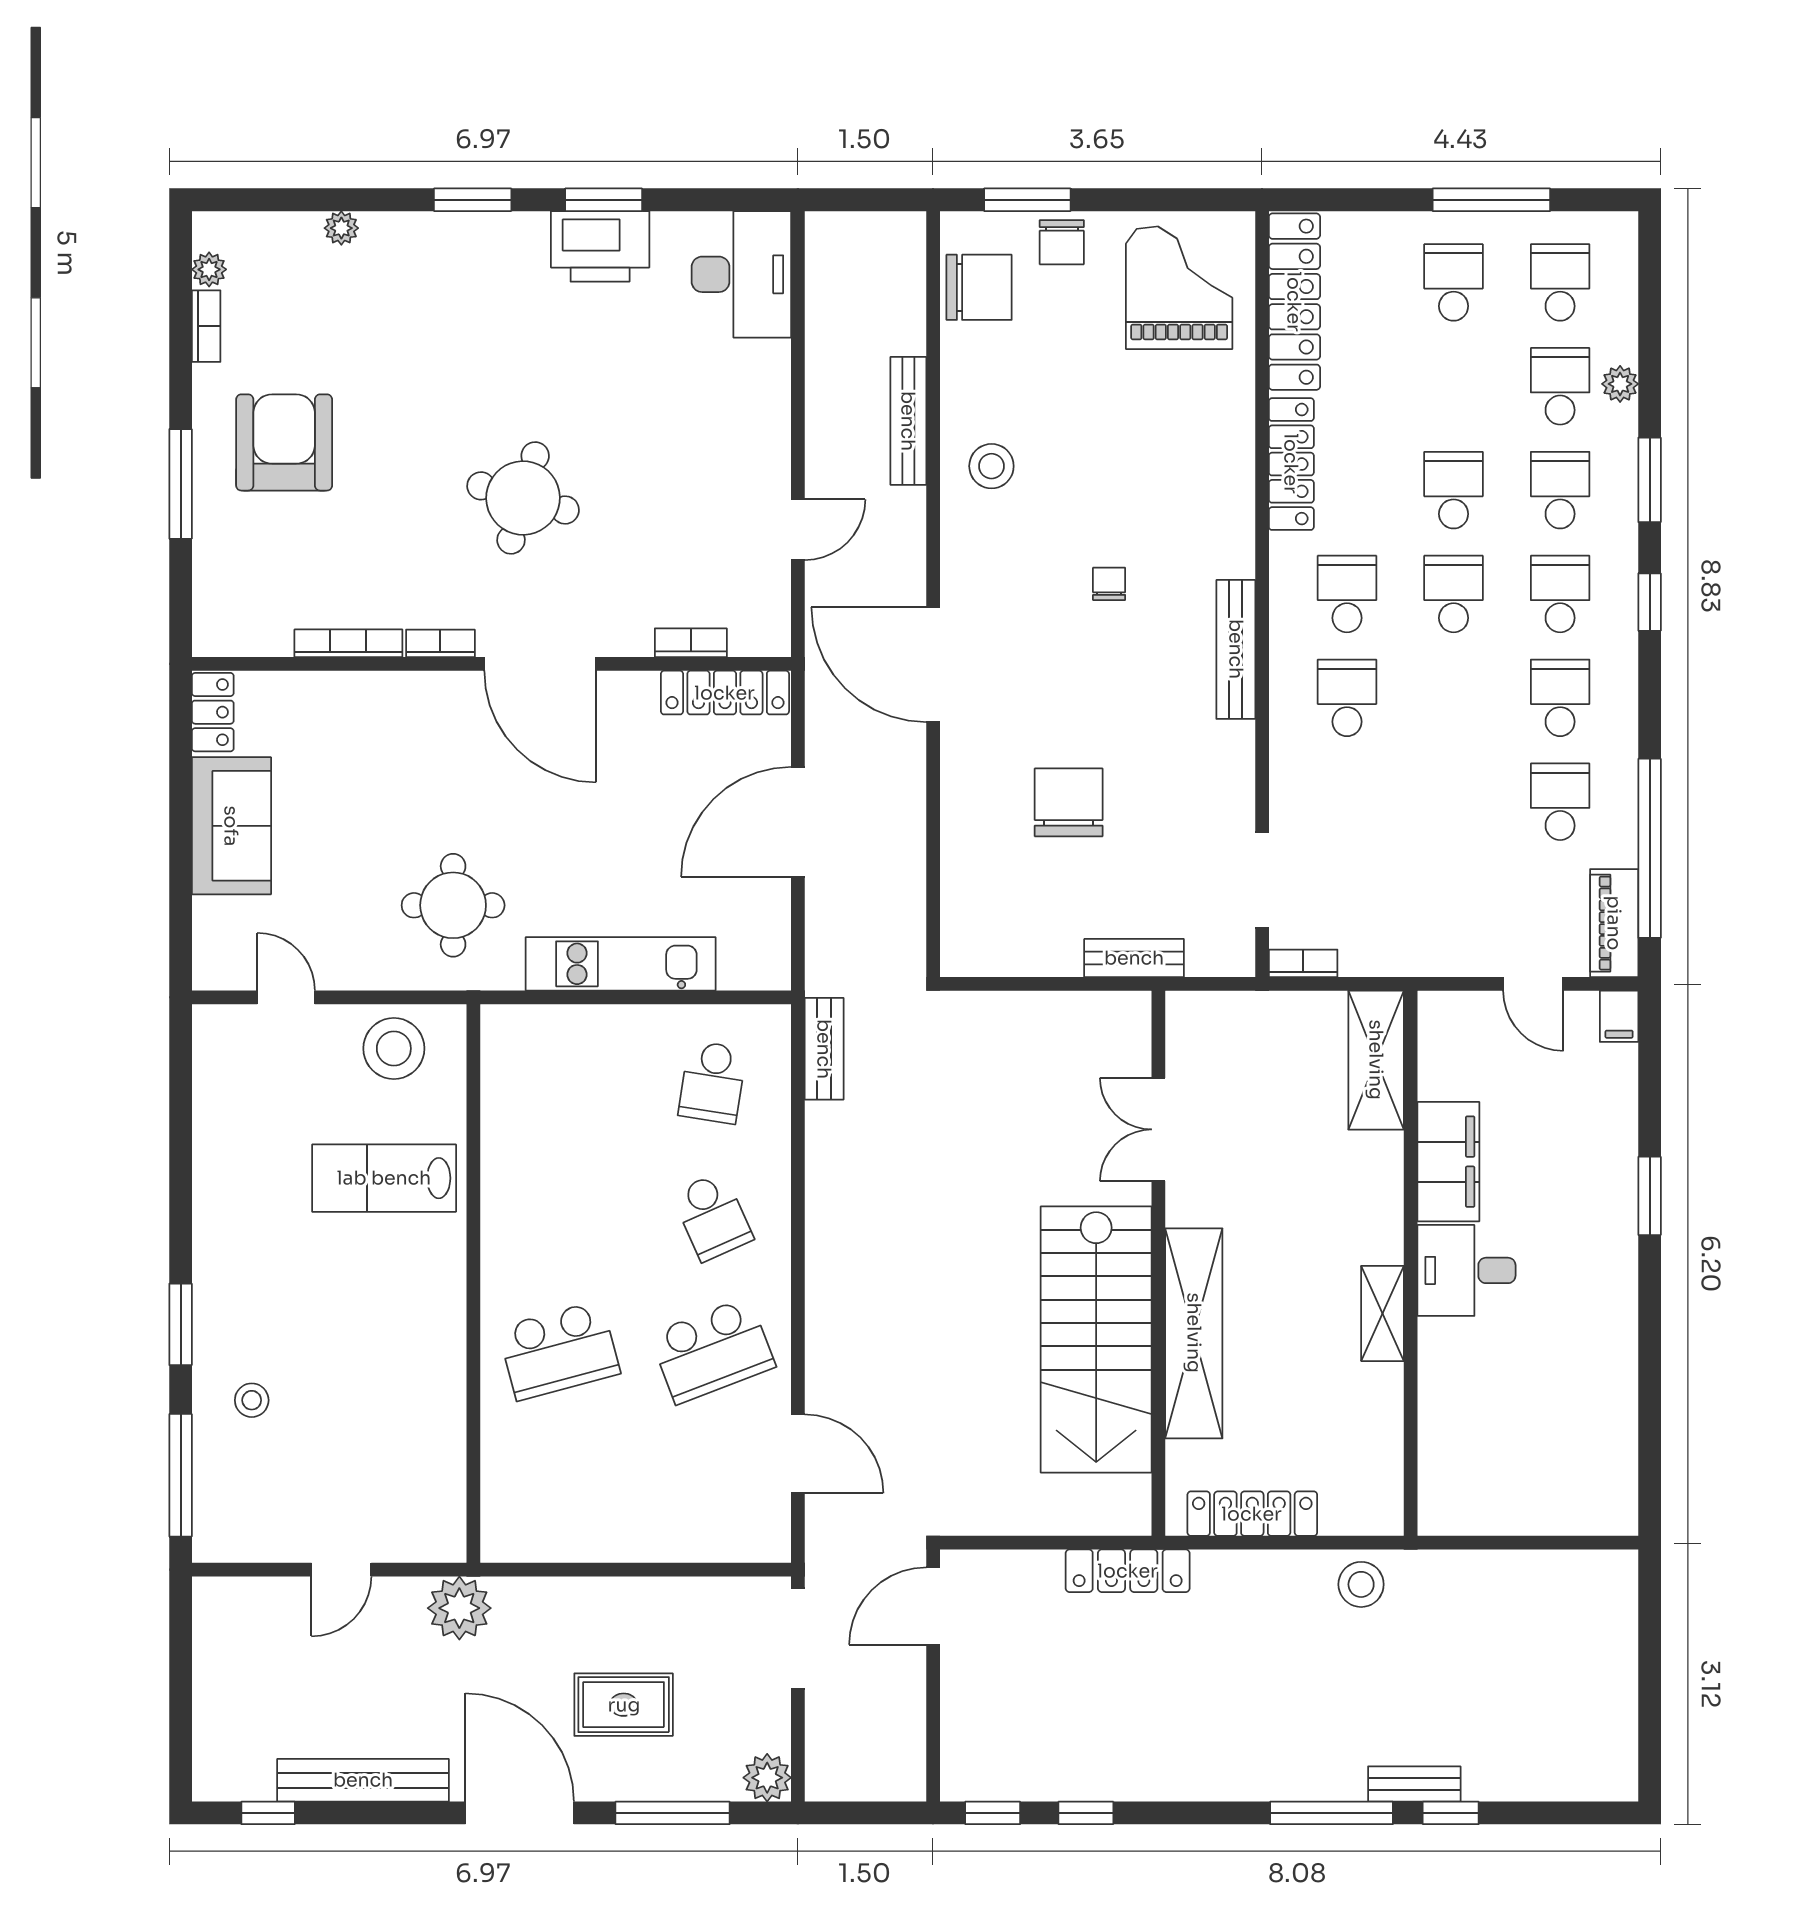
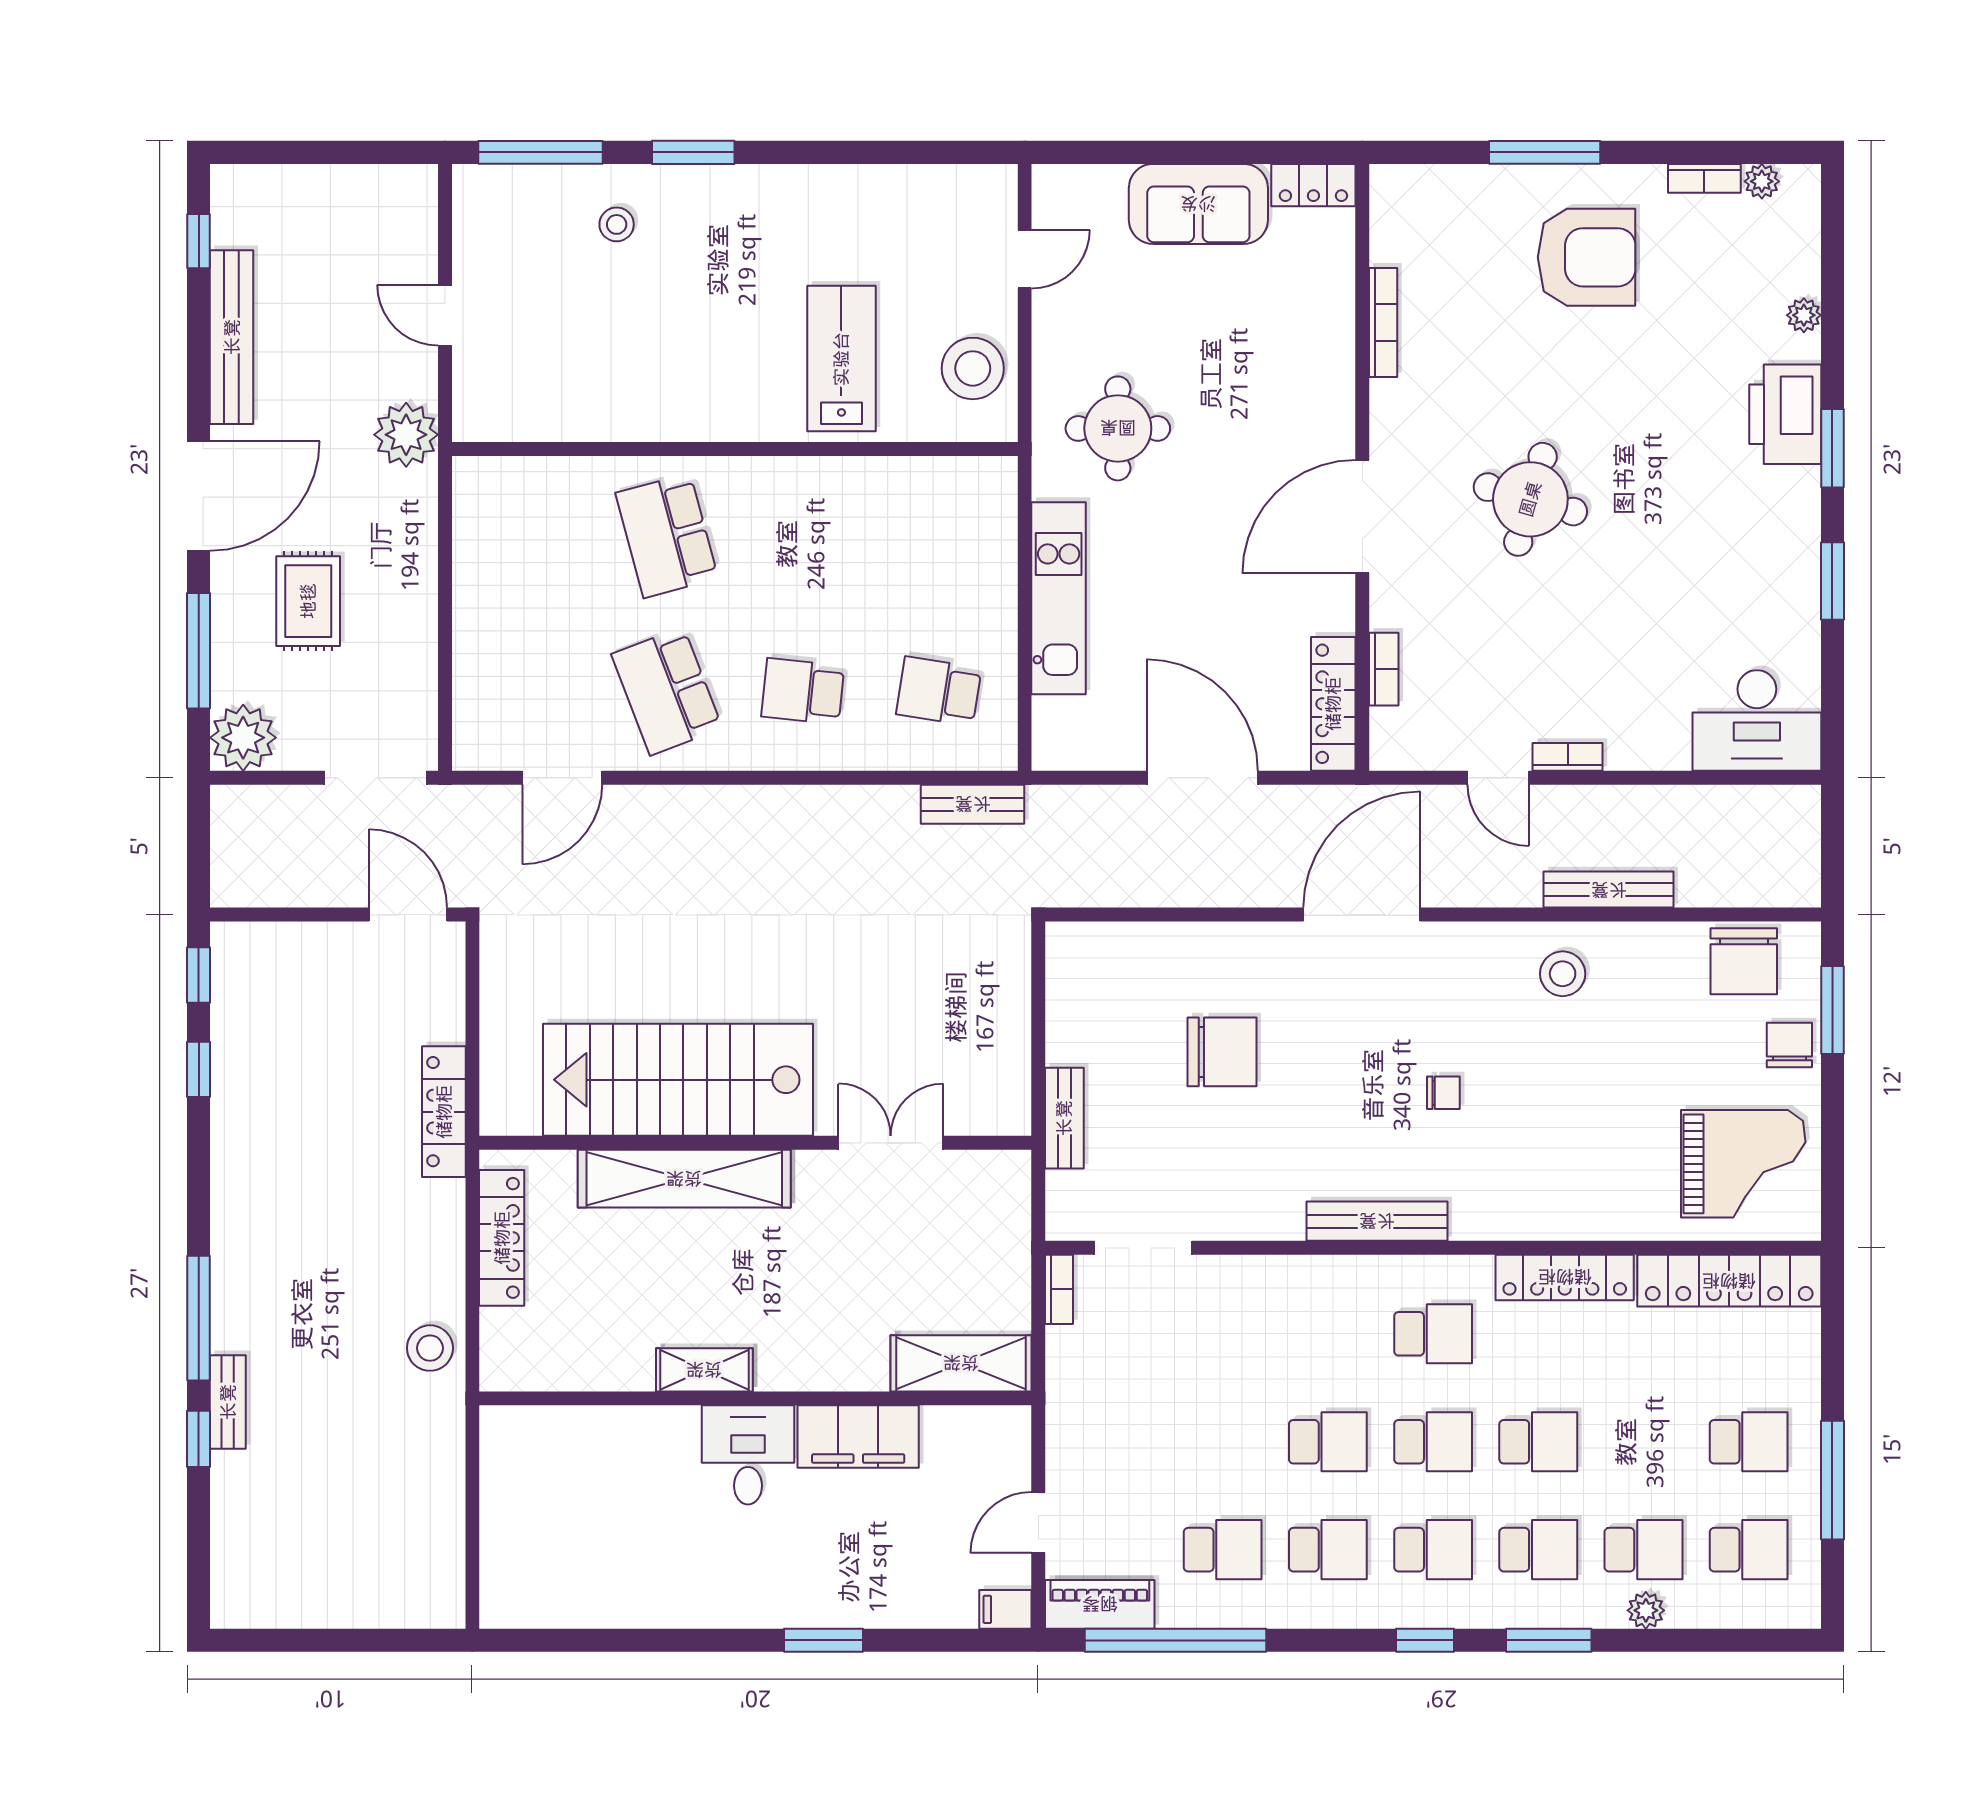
chair: (1062, 242) -> (1789, 1045), turned 90
printer: (600, 246) -> (1785, 414), moved
bookcase: (440, 643) -> (1568, 757), moved, turned -90
school desk: (1347, 698) -> (1328, 1442), moved
school desk: (712, 1216) -> (803, 691), turned 30
plant: (767, 1778) -> (243, 738), width x1.36, depth x1.36

